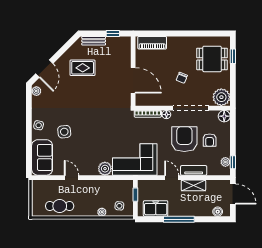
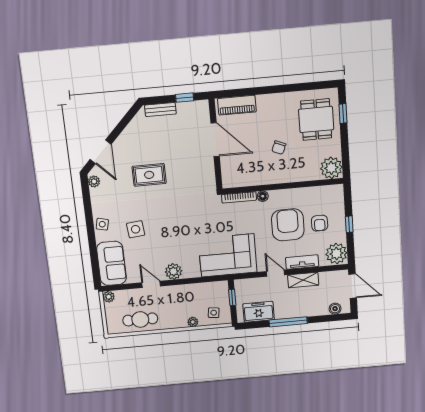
dining table: (212, 59) -> (316, 120), turned 90
rug: (83, 68) -> (149, 175), moved
door: (133, 80) -> (215, 140), moved
doorway: (191, 108) -> (293, 185), removed
floor lamp: (224, 116) -> (336, 192), removed
plant: (225, 162) -> (336, 254), width x1.88, depth x1.88
window: (233, 162) -> (349, 224), moved
plant: (105, 169) -> (173, 271), moved
plant: (36, 185) -> (109, 297), added

